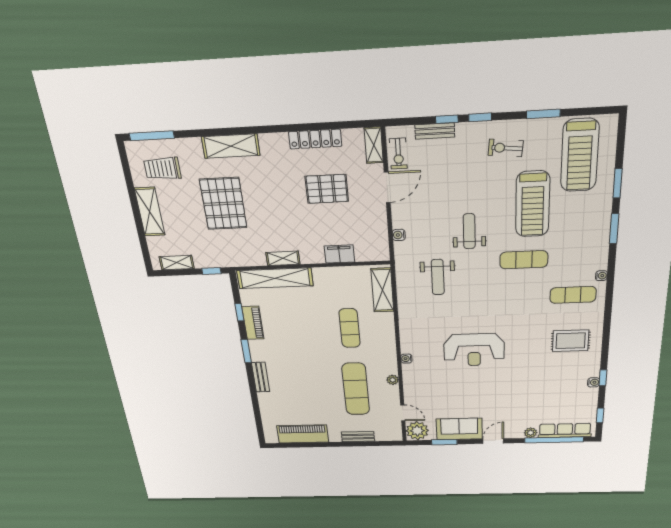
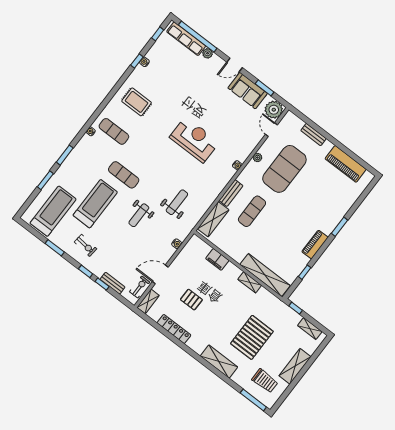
pallet: (327, 189) -> (191, 300), width x0.67, depth x0.71
piano: (253, 323) -> (315, 245), moved
window: (246, 351) -> (339, 227), moved
bench: (261, 377) -> (231, 193), moved
exercise mat: (356, 389) -> (284, 169), width x1.47

